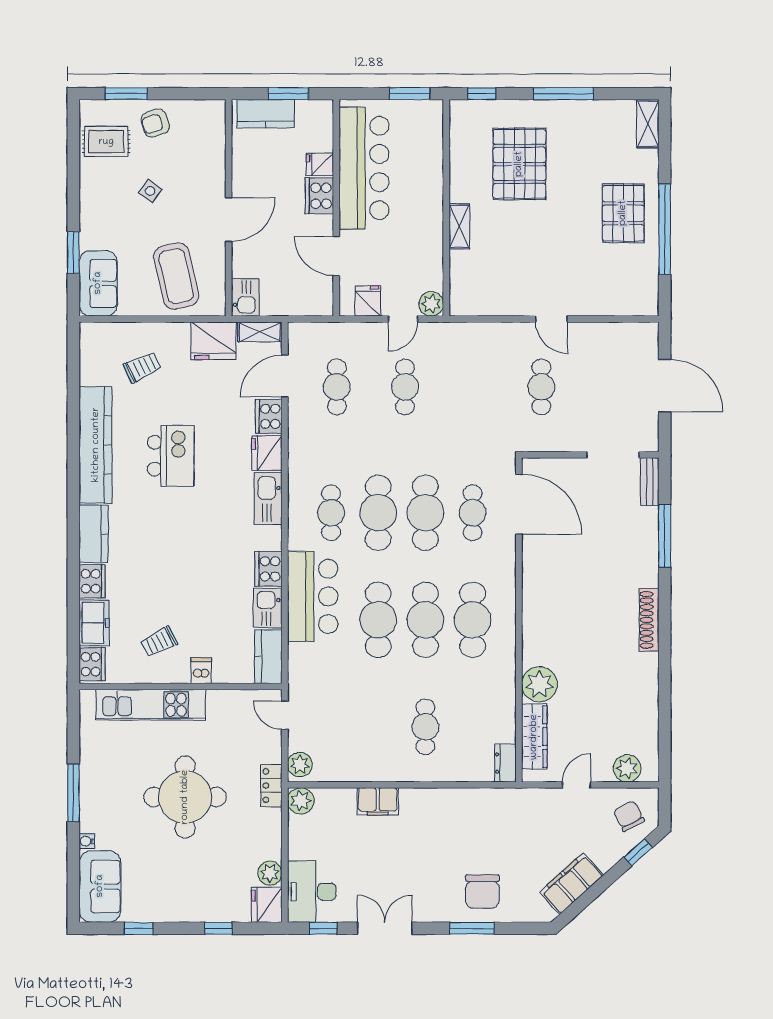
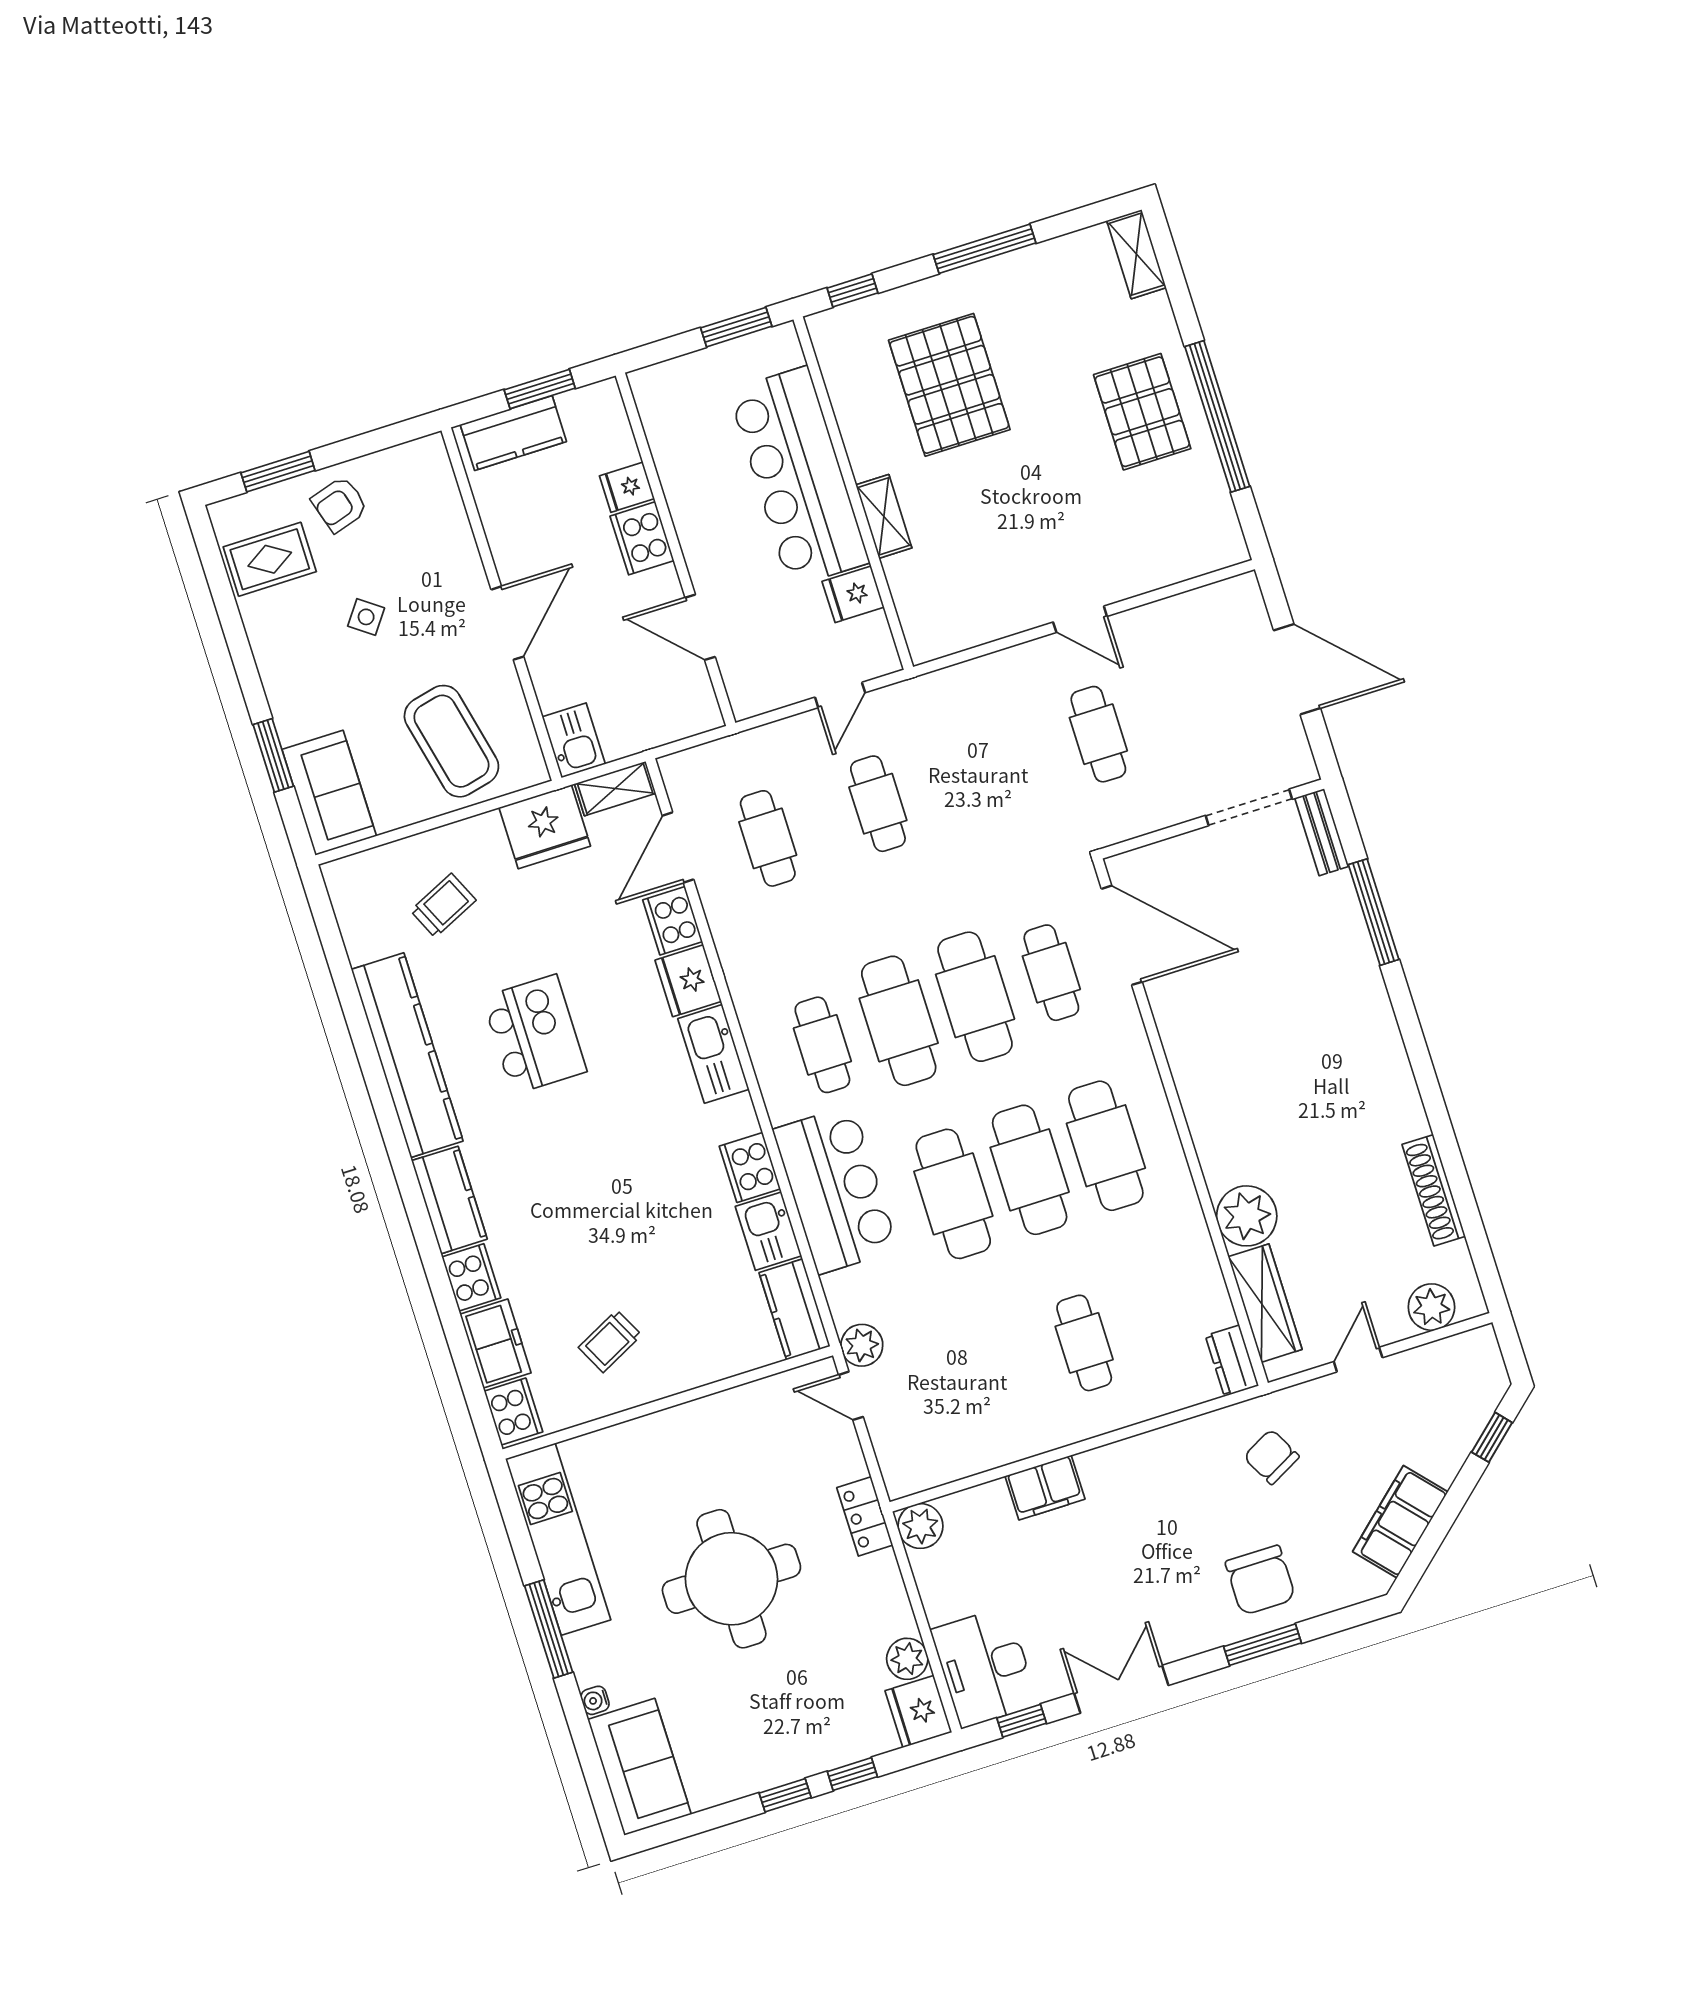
bar counter: (364, 168) -> (799, 477), moved, turned 180
fridge: (368, 301) -> (853, 594), moved, turned -90
plant: (431, 304) -> (878, 656), removed
shoe rack: (649, 620) -> (1434, 1190), moved
dishwasher: (201, 671) -> (693, 1366), removed
kitchen unit: (151, 705) -> (558, 1539), moved, turned -90
plant: (300, 765) -> (862, 1345), moved
chair: (629, 816) -> (1271, 1457), moved
window: (139, 928) -> (785, 1795), moved

